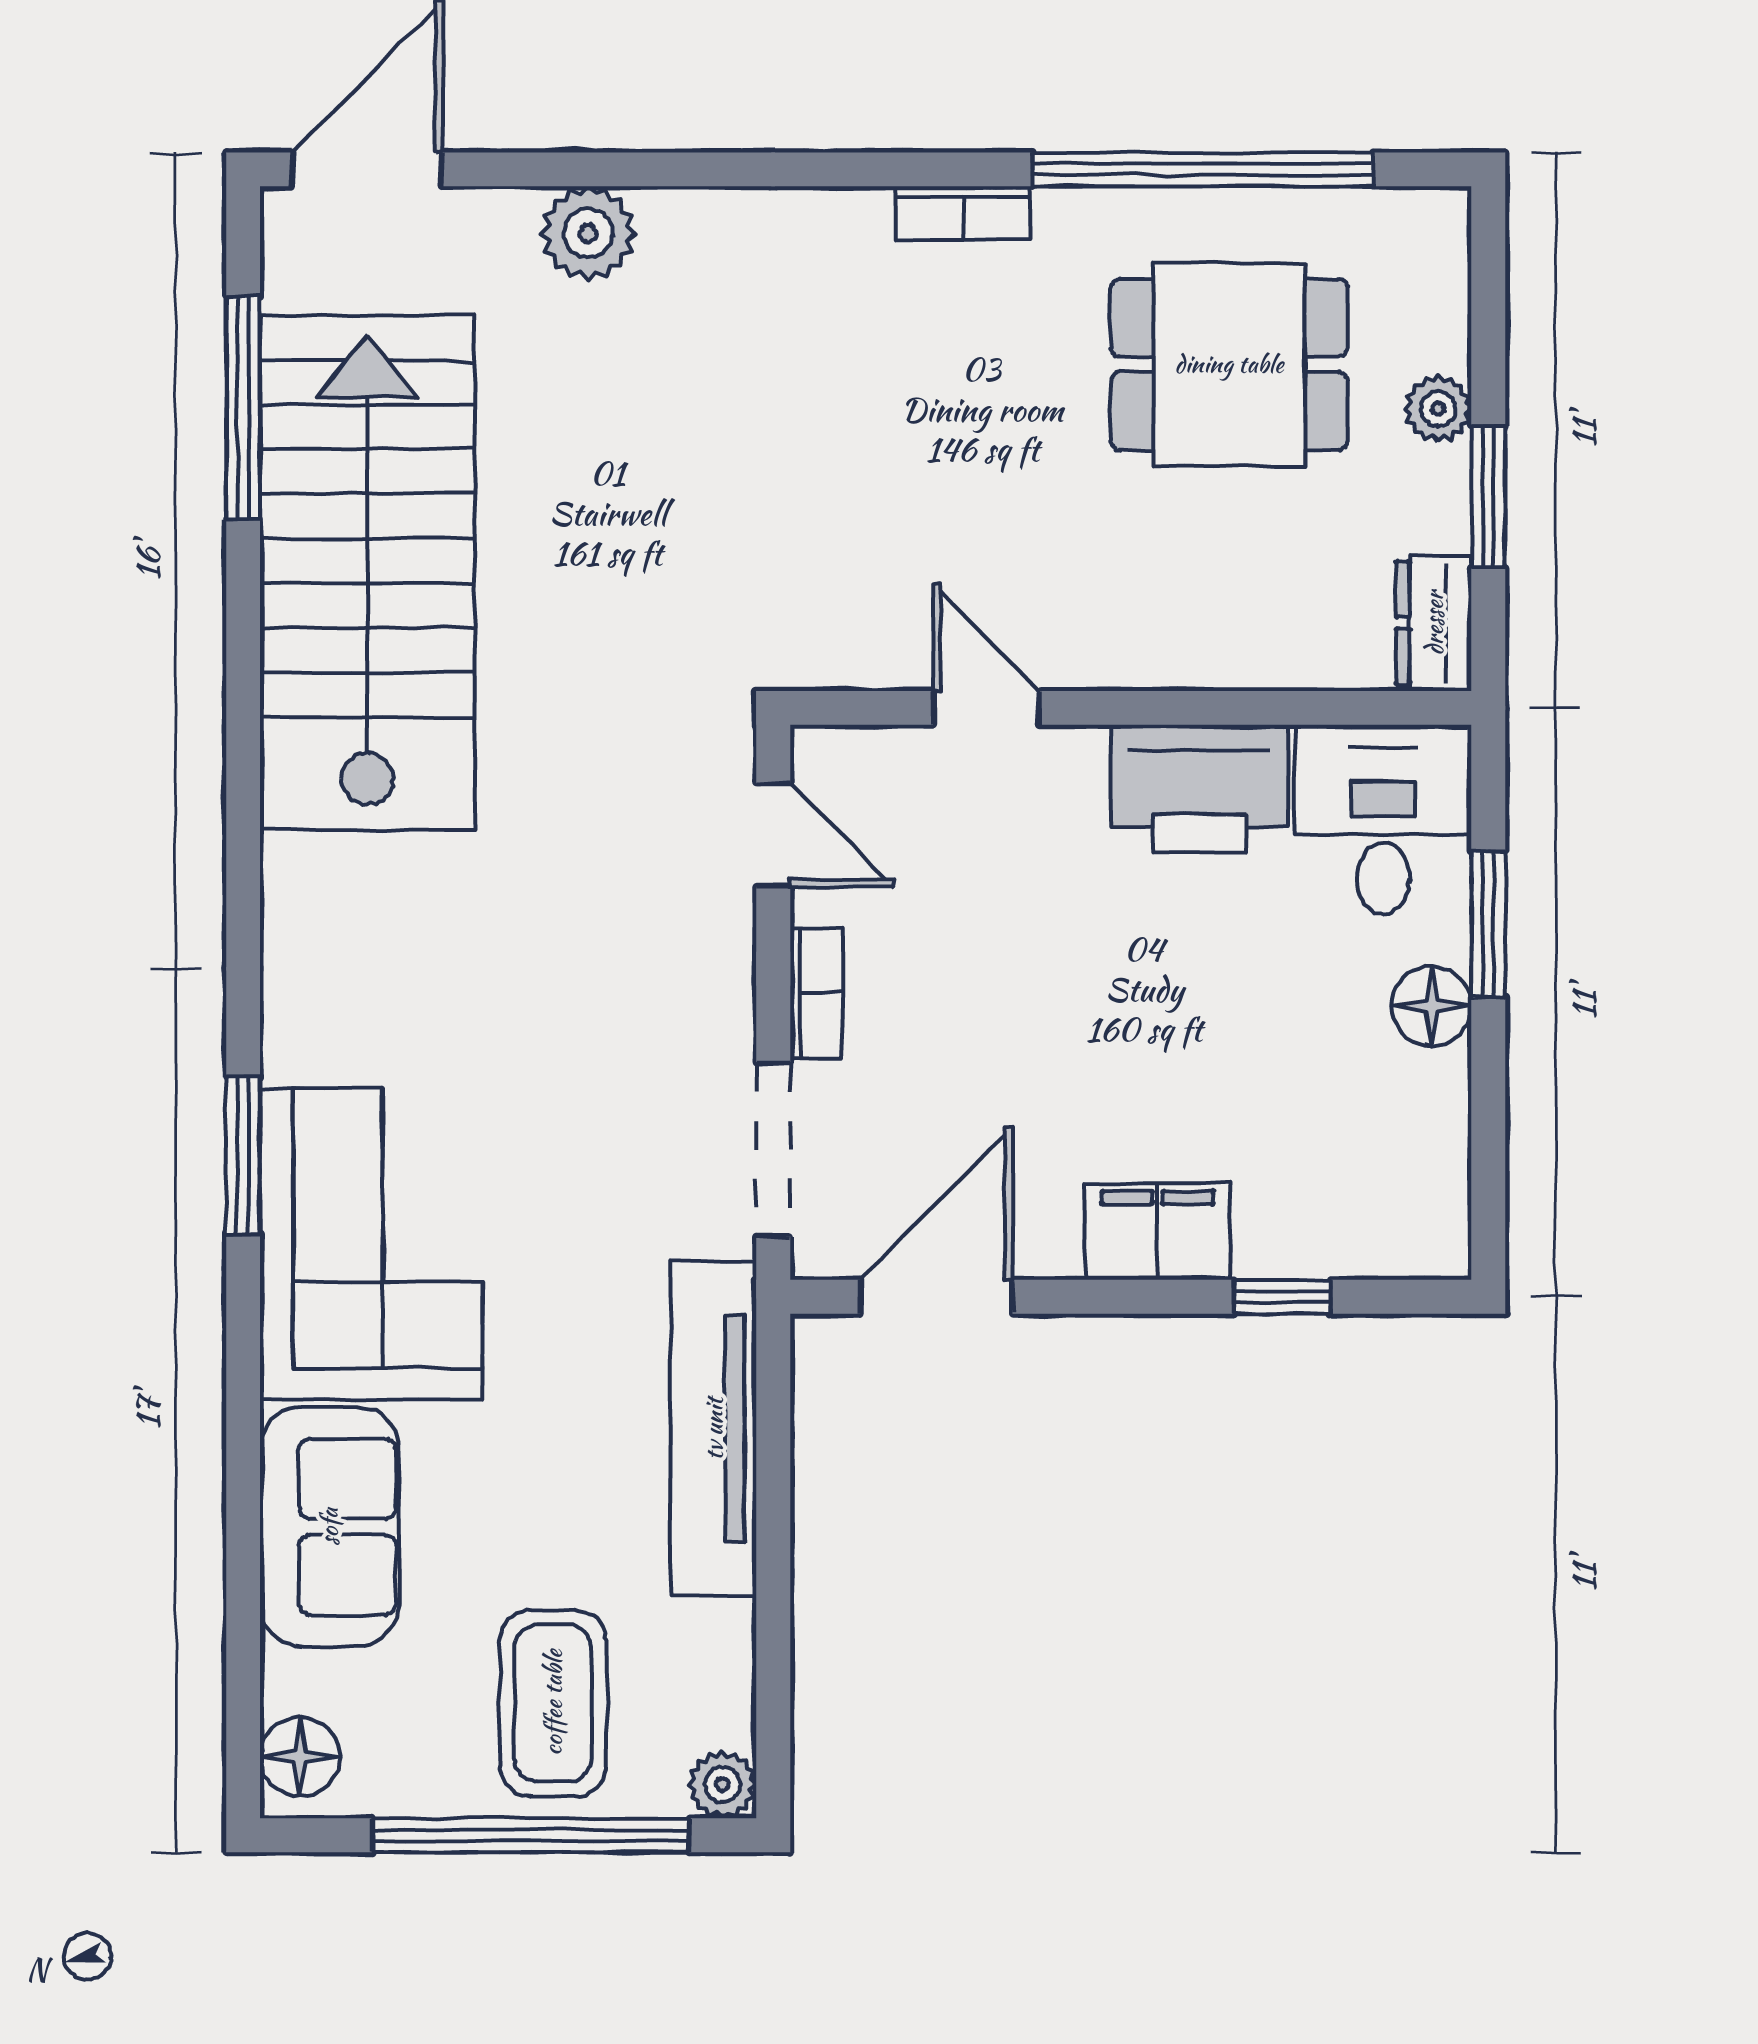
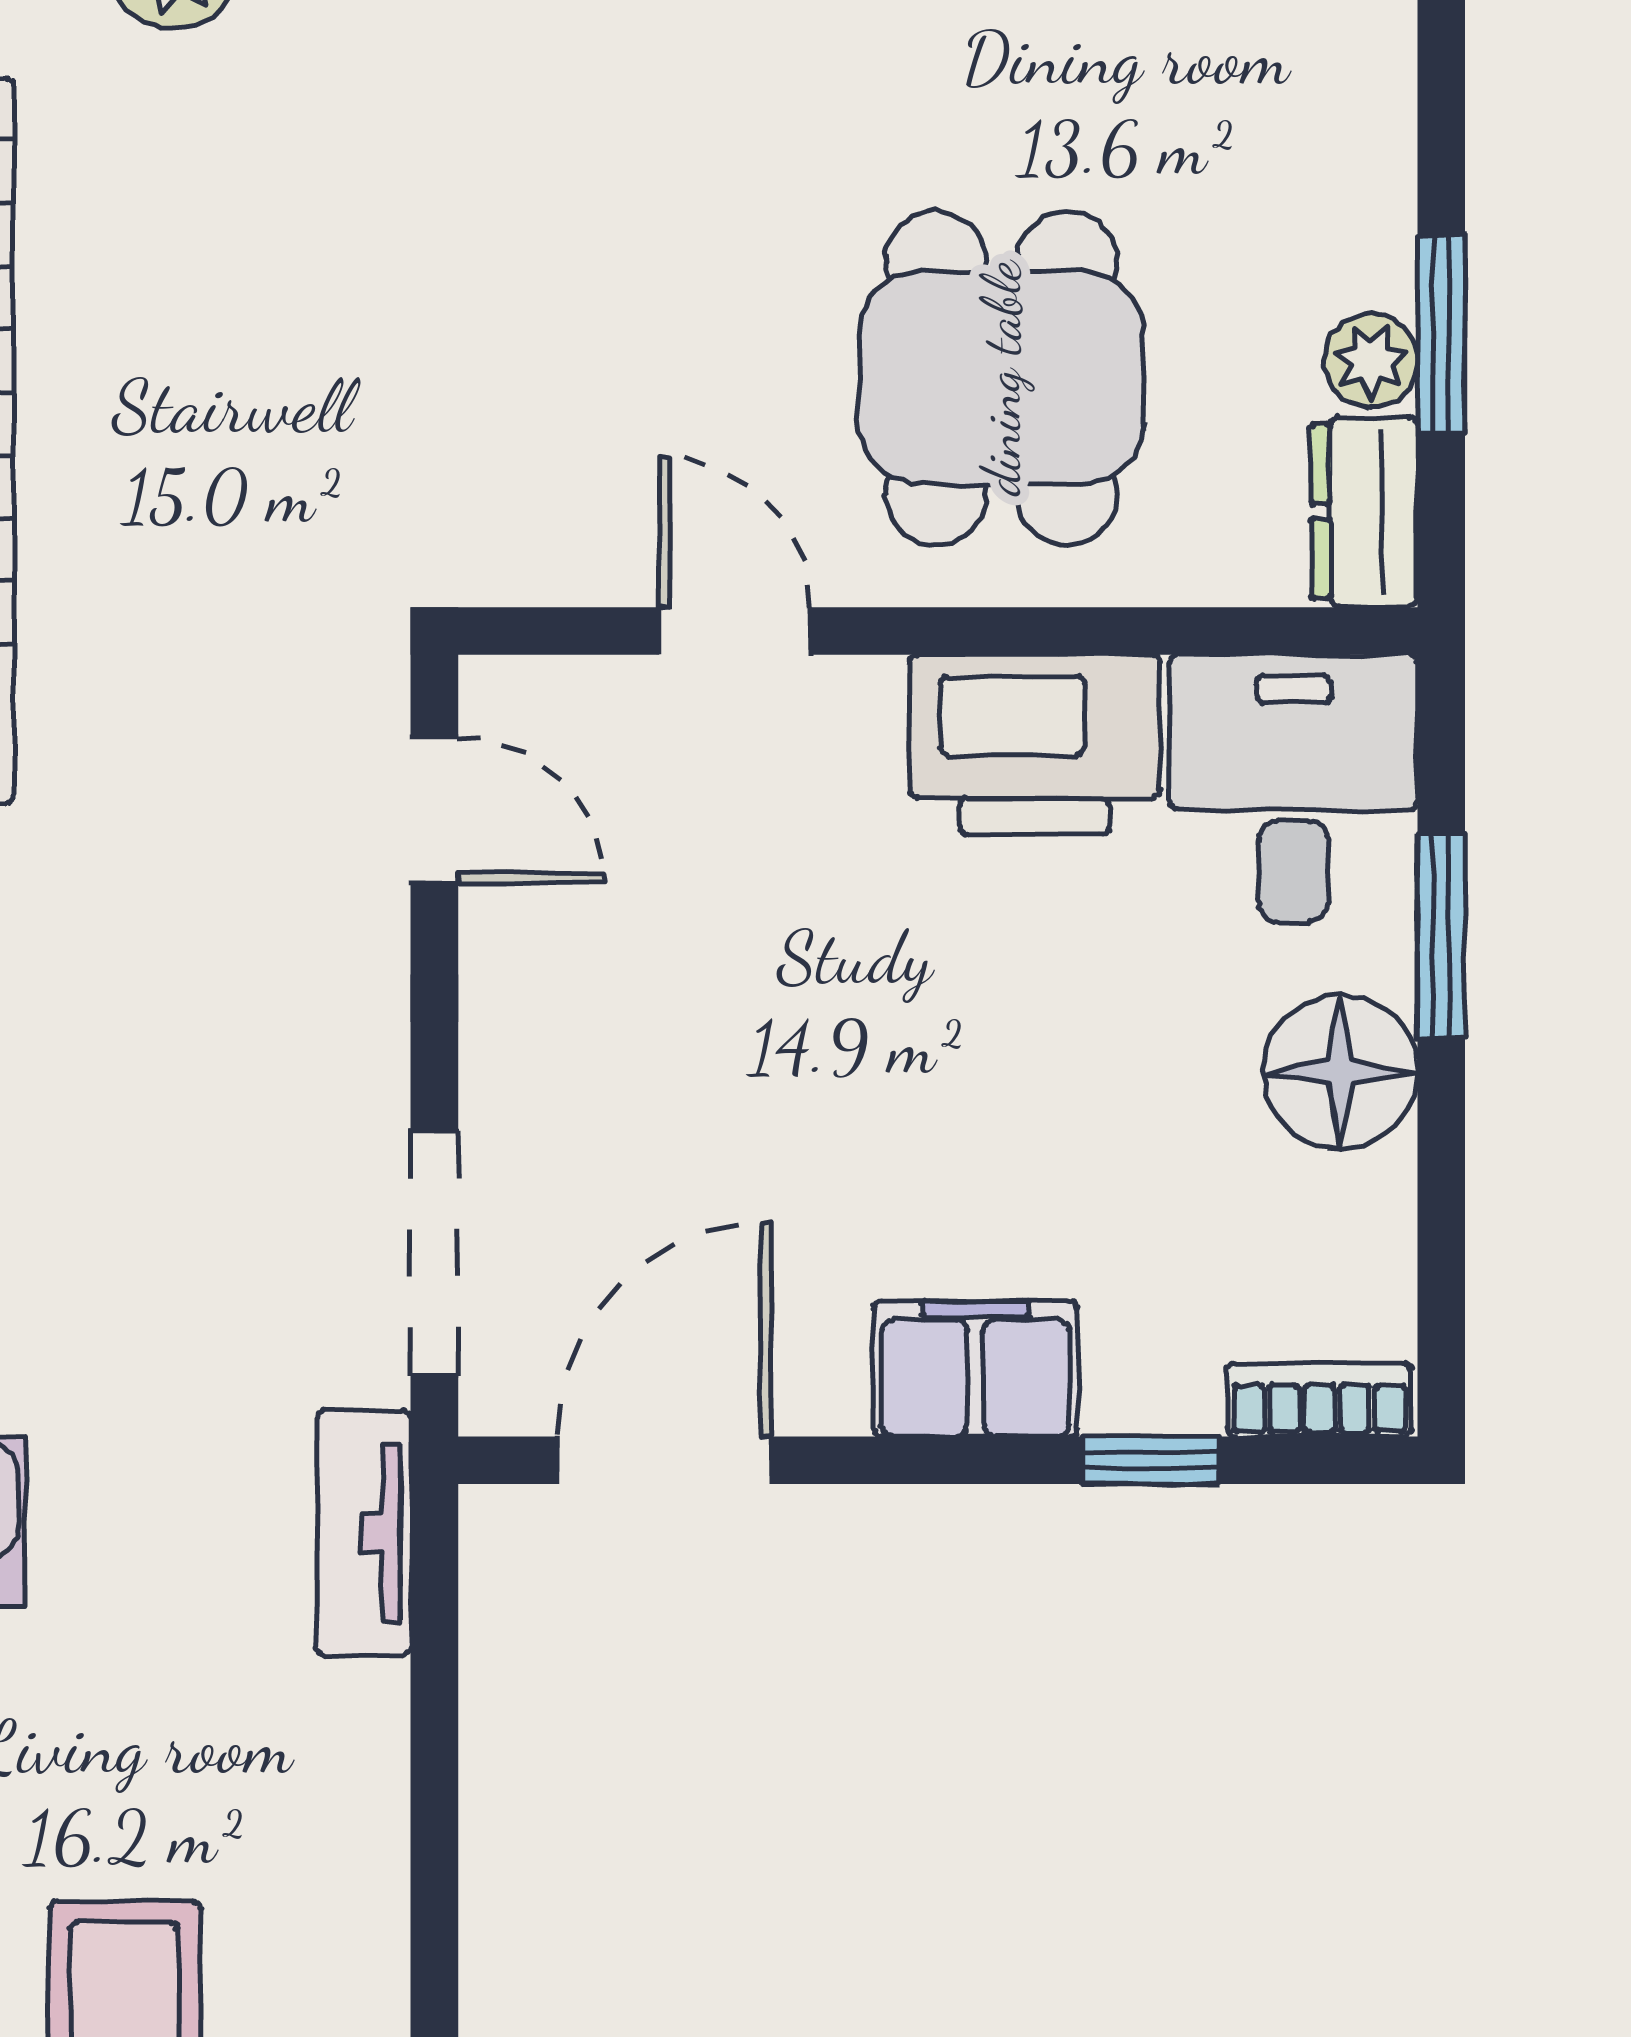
dining table: (1229, 364) -> (1001, 378), moved, turned 90
plant: (1438, 409) -> (1371, 361), moved
bookcase: (816, 993) -> (1319, 1400), moved, turned -90
floor lamp: (1432, 1006) -> (1340, 1072), width x1.38, depth x1.38
tv unit: (714, 1429) -> (364, 1533), width x0.52, depth x0.78

